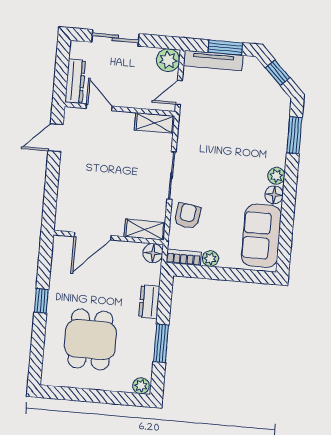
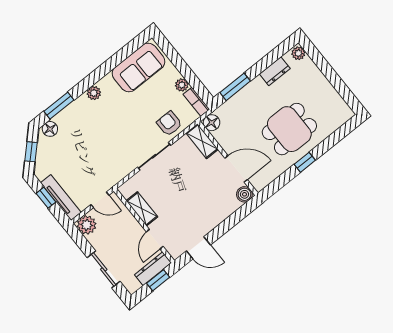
window: (225, 48) -> (46, 198), width x0.67
window: (61, 76) -> (158, 280), added
shelving: (155, 123) -> (142, 209), moved
floor lamp: (274, 195) -> (50, 129), moved
armchair: (187, 216) -> (169, 123), turned 81
boiler: (64, 222) -> (244, 194), added
dresser: (149, 302) -> (275, 71), moved
dining table: (90, 339) -> (289, 129), moved
window: (161, 343) -> (235, 87), moved

